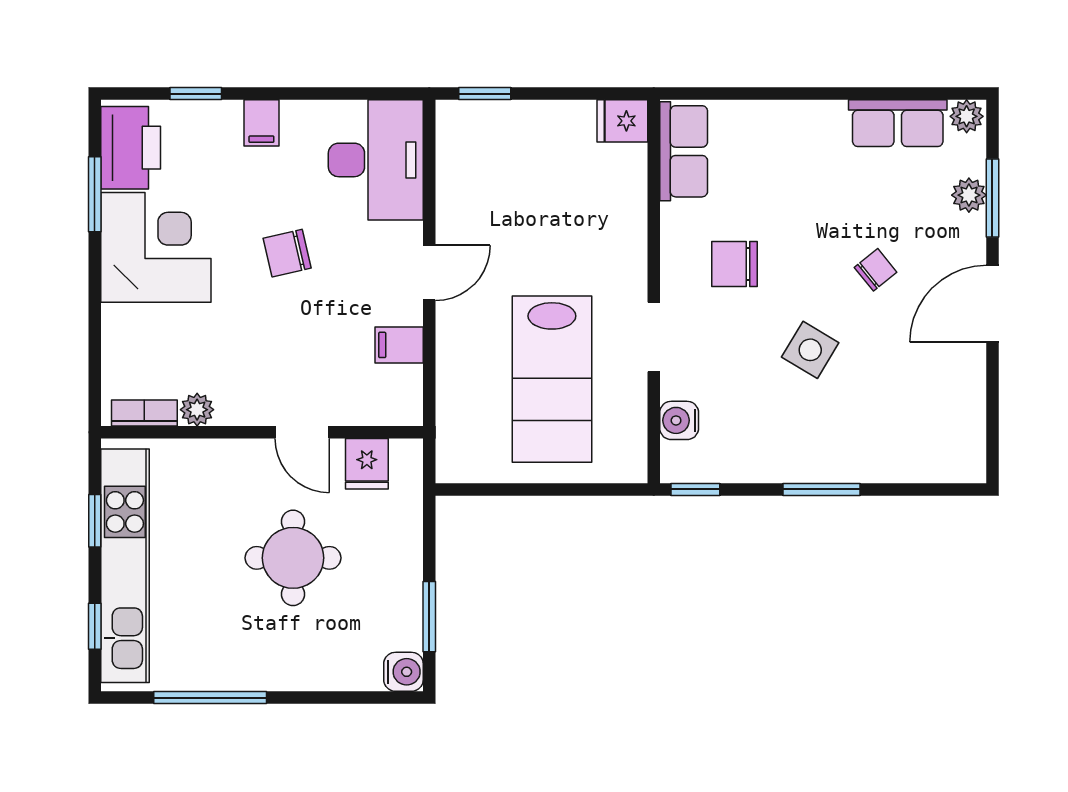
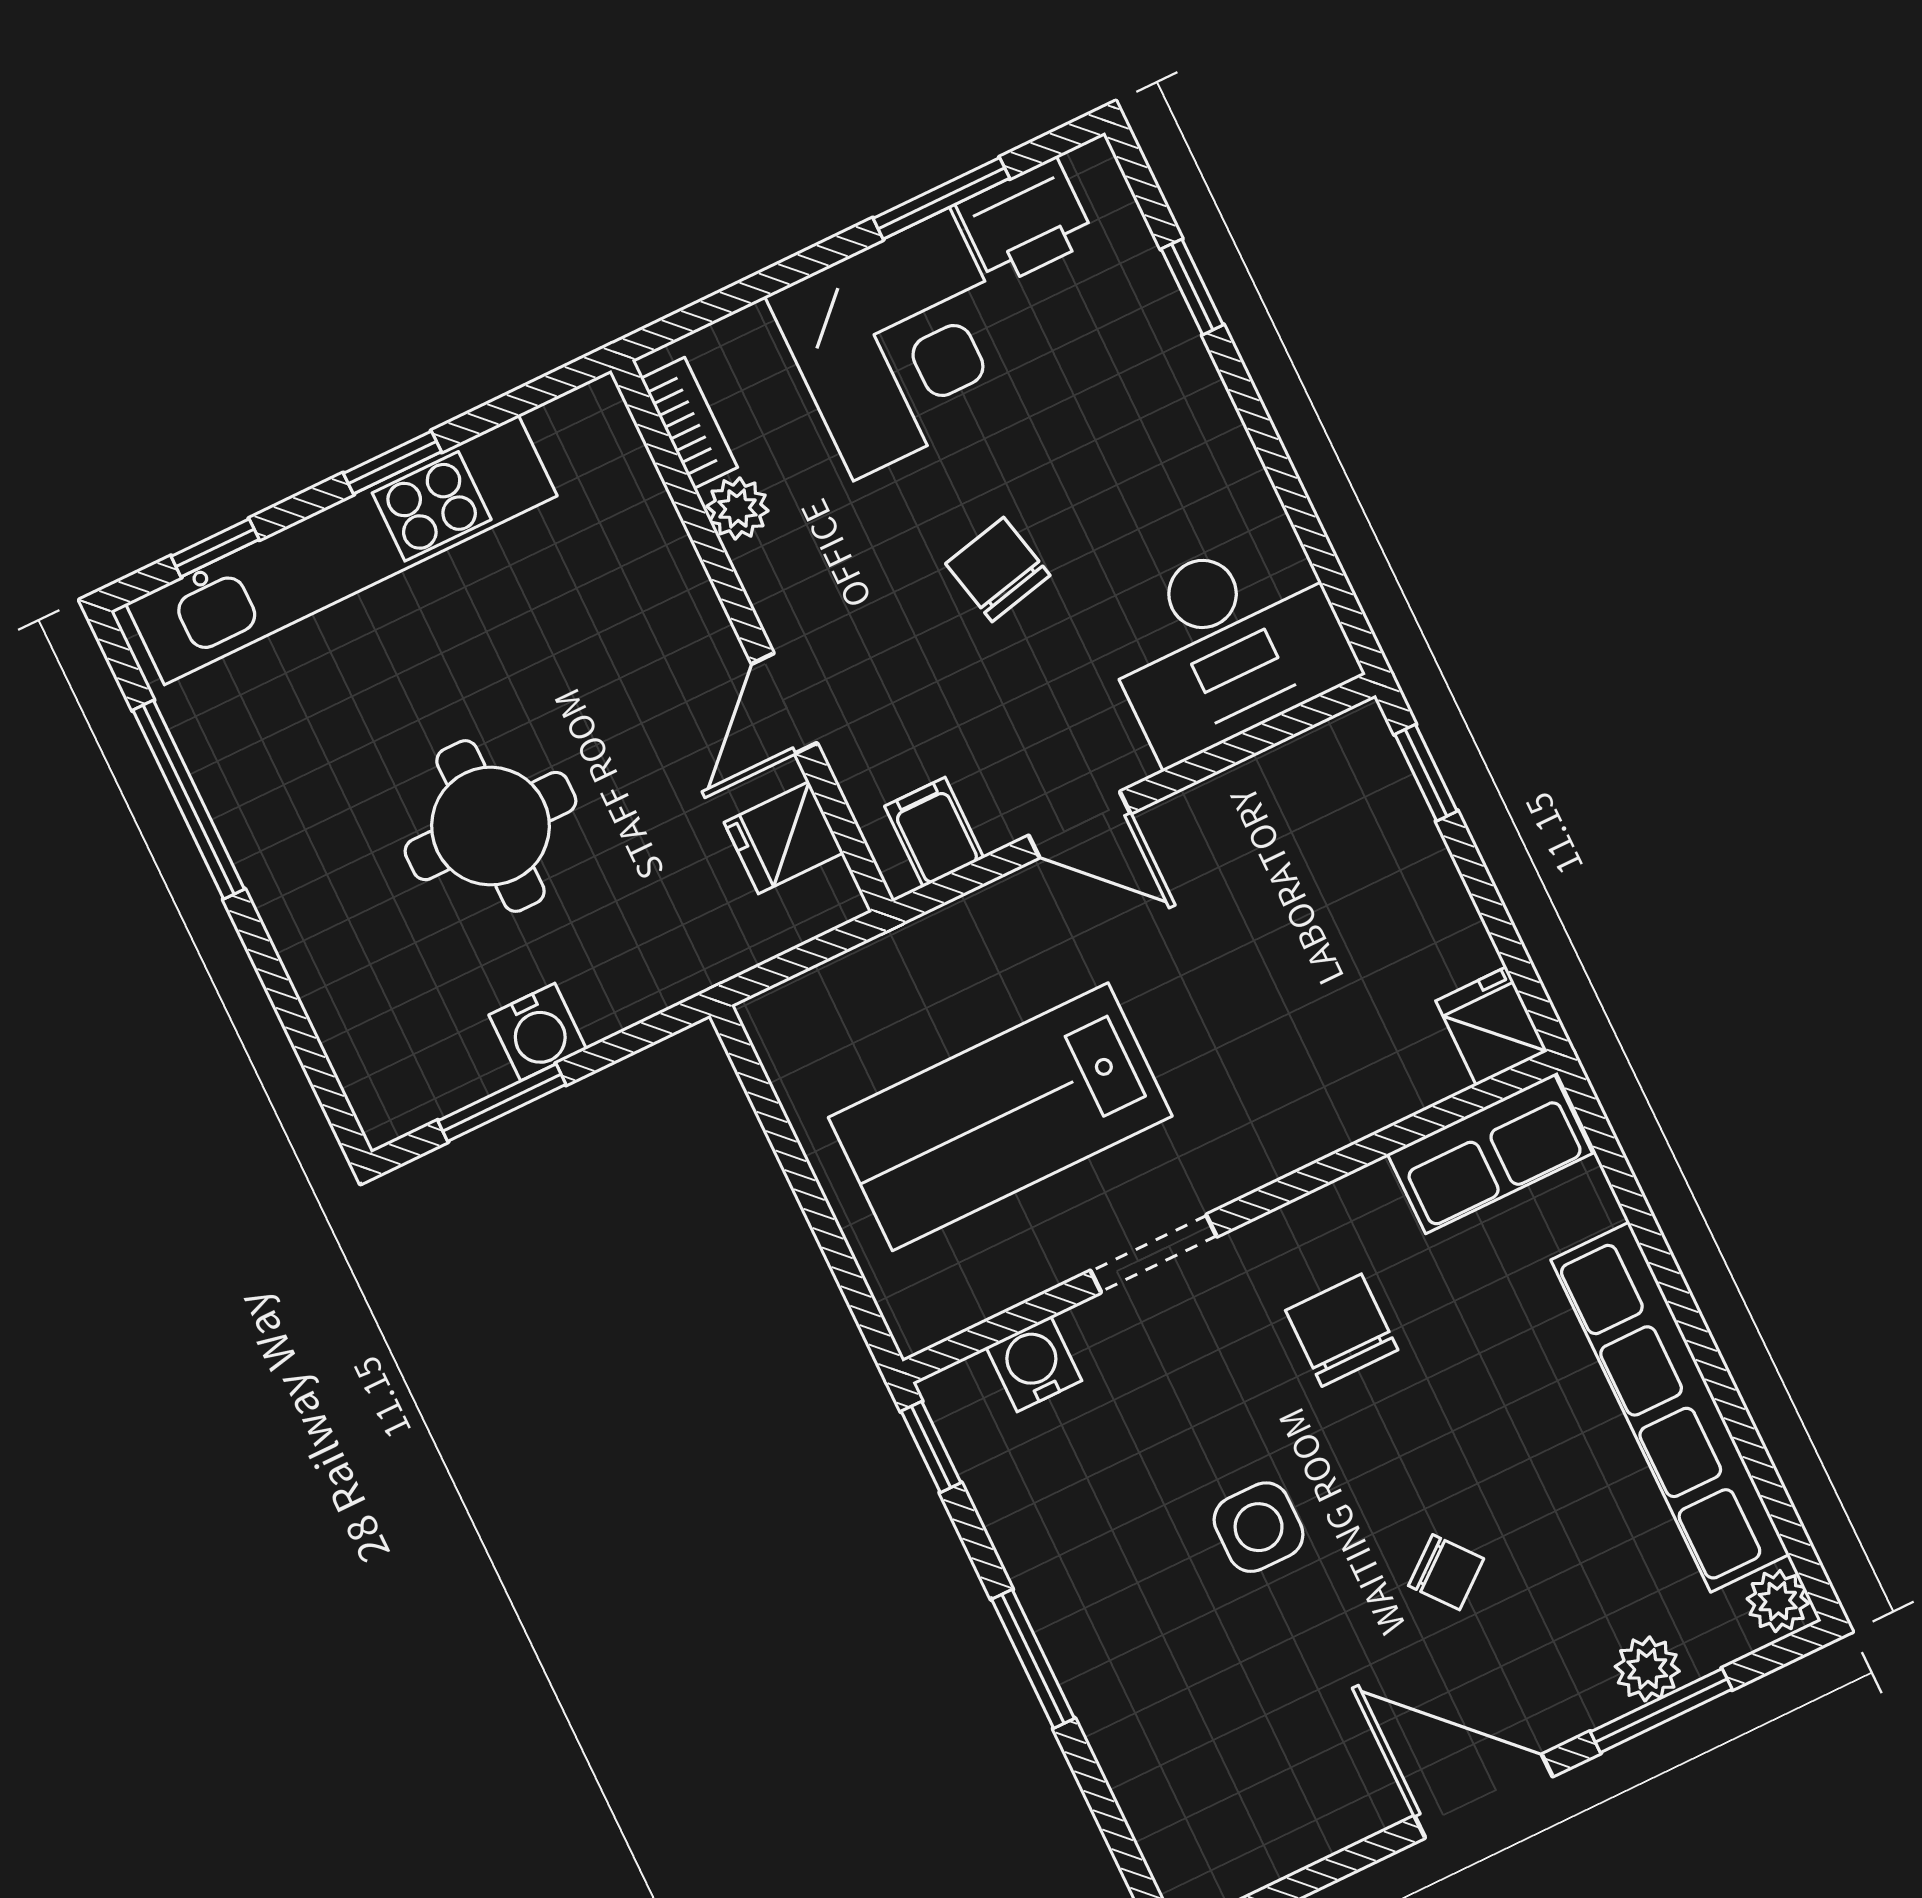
filing cabinet: (261, 123) -> (1196, 421), removed
row of seats: (898, 123) -> (1670, 1407), width x2.02
printer: (131, 148) -> (1026, 222), width x0.73, depth x0.84
side table: (810, 350) -> (1259, 1527), turned -31
plant: (197, 410) -> (737, 508), moved
bookcase: (144, 413) -> (689, 423), moved
wall: (262, 432) -> (752, 636), moved
door: (302, 432) -> (784, 703), moved
fridge: (367, 464) -> (784, 838), moved
water cooler: (403, 672) -> (538, 1032), moved

